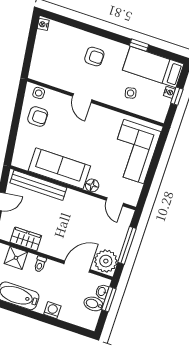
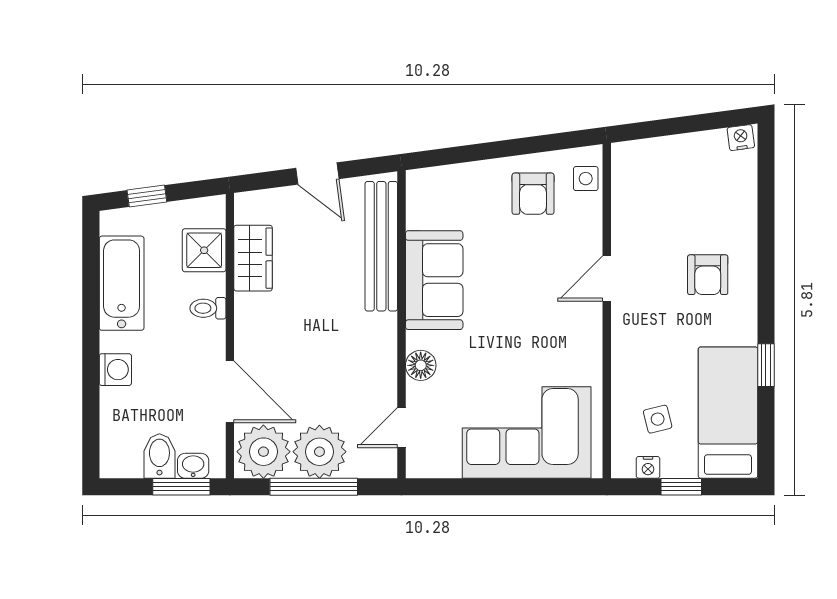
nightstand: (169, 92) -> (648, 467), moved
side table: (131, 93) -> (658, 419), moved
sofa: (59, 168) -> (434, 280), width x0.73
plant: (113, 238) -> (319, 452), added

